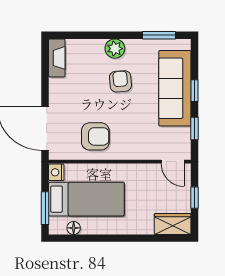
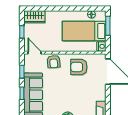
armchair: (120, 81) -> (54, 62), moved

